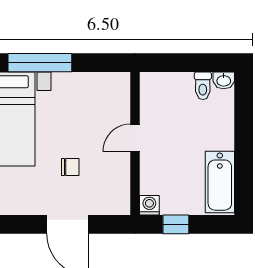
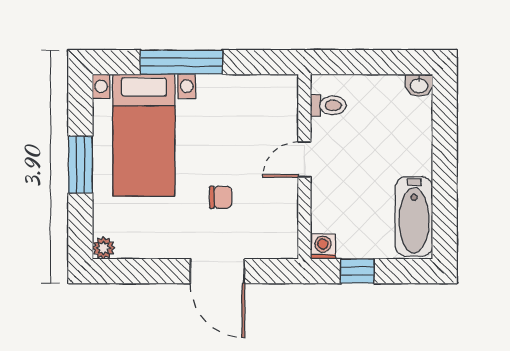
toilet: (203, 86) -> (328, 105), moved, turned -90

